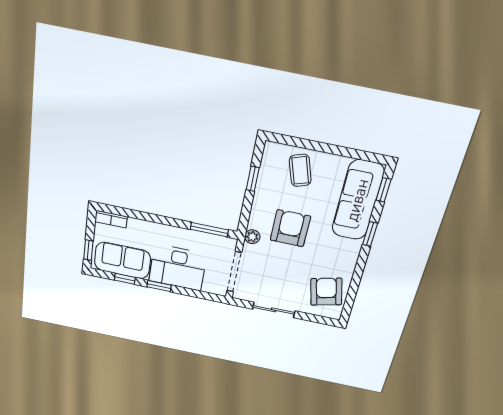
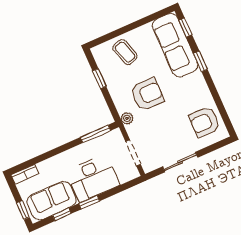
armchair: (290, 228) -> (147, 94), turned 90
doorway: (234, 272) -> (133, 153), width x0.73
armchair: (326, 292) -> (205, 122), turned -76

